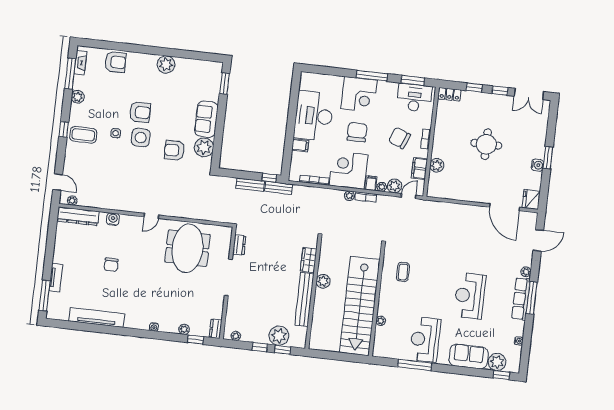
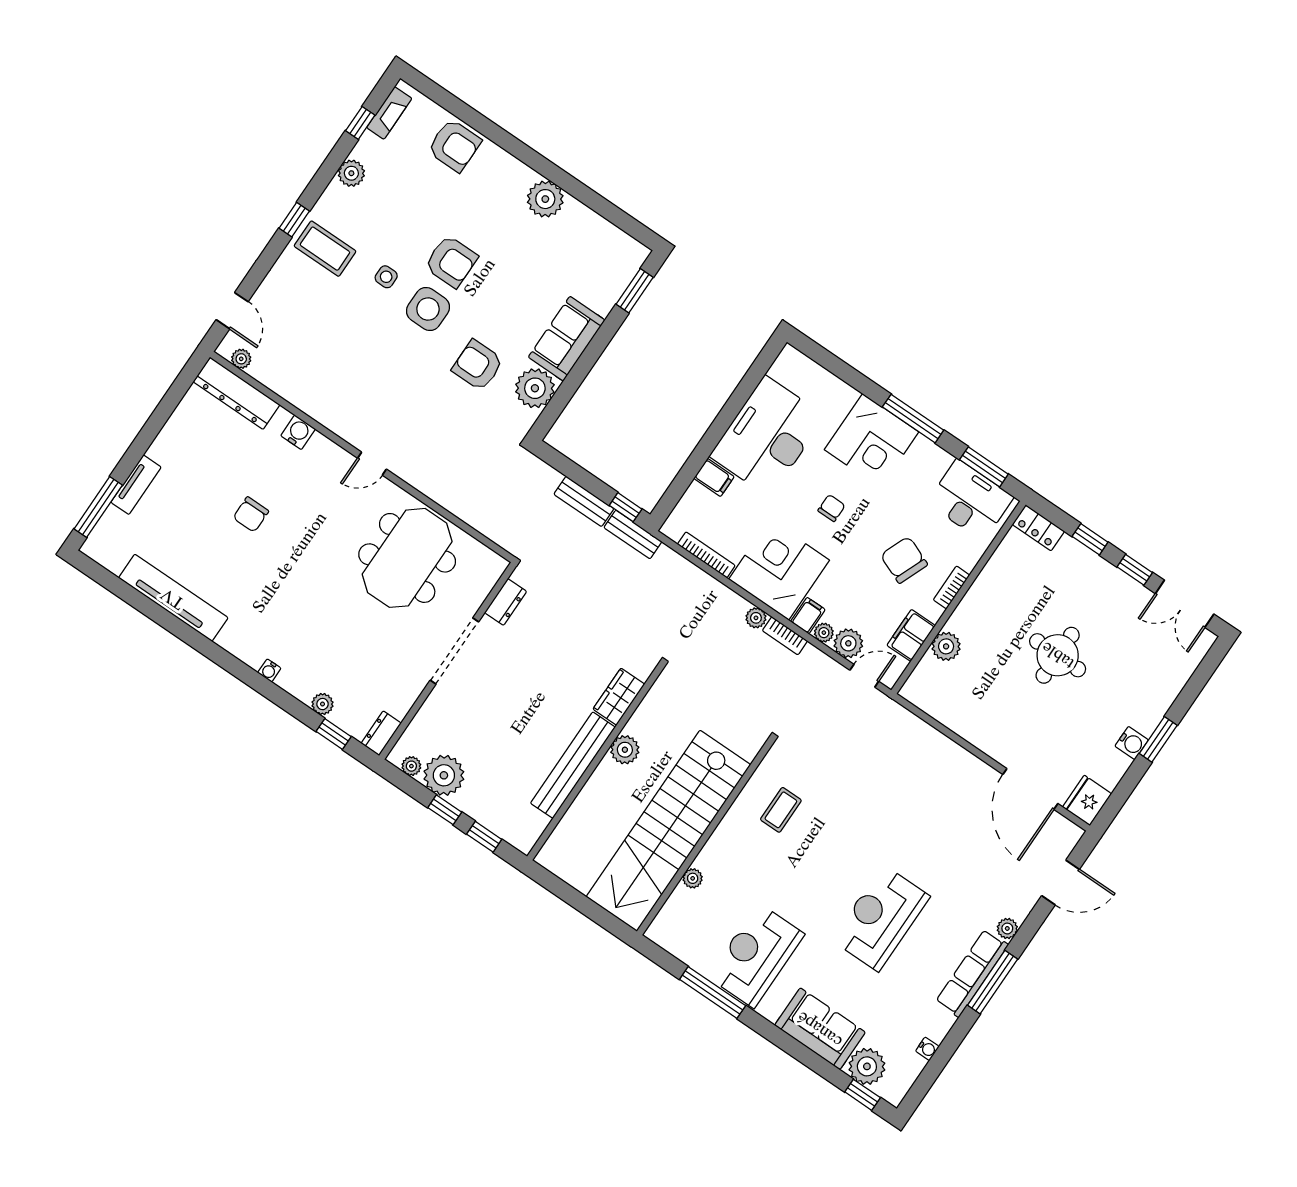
window: (70, 73) -> (360, 123), width x0.46
chair: (357, 132) -> (831, 508), width x0.54, depth x0.54
plant: (279, 336) -> (444, 775), moved

